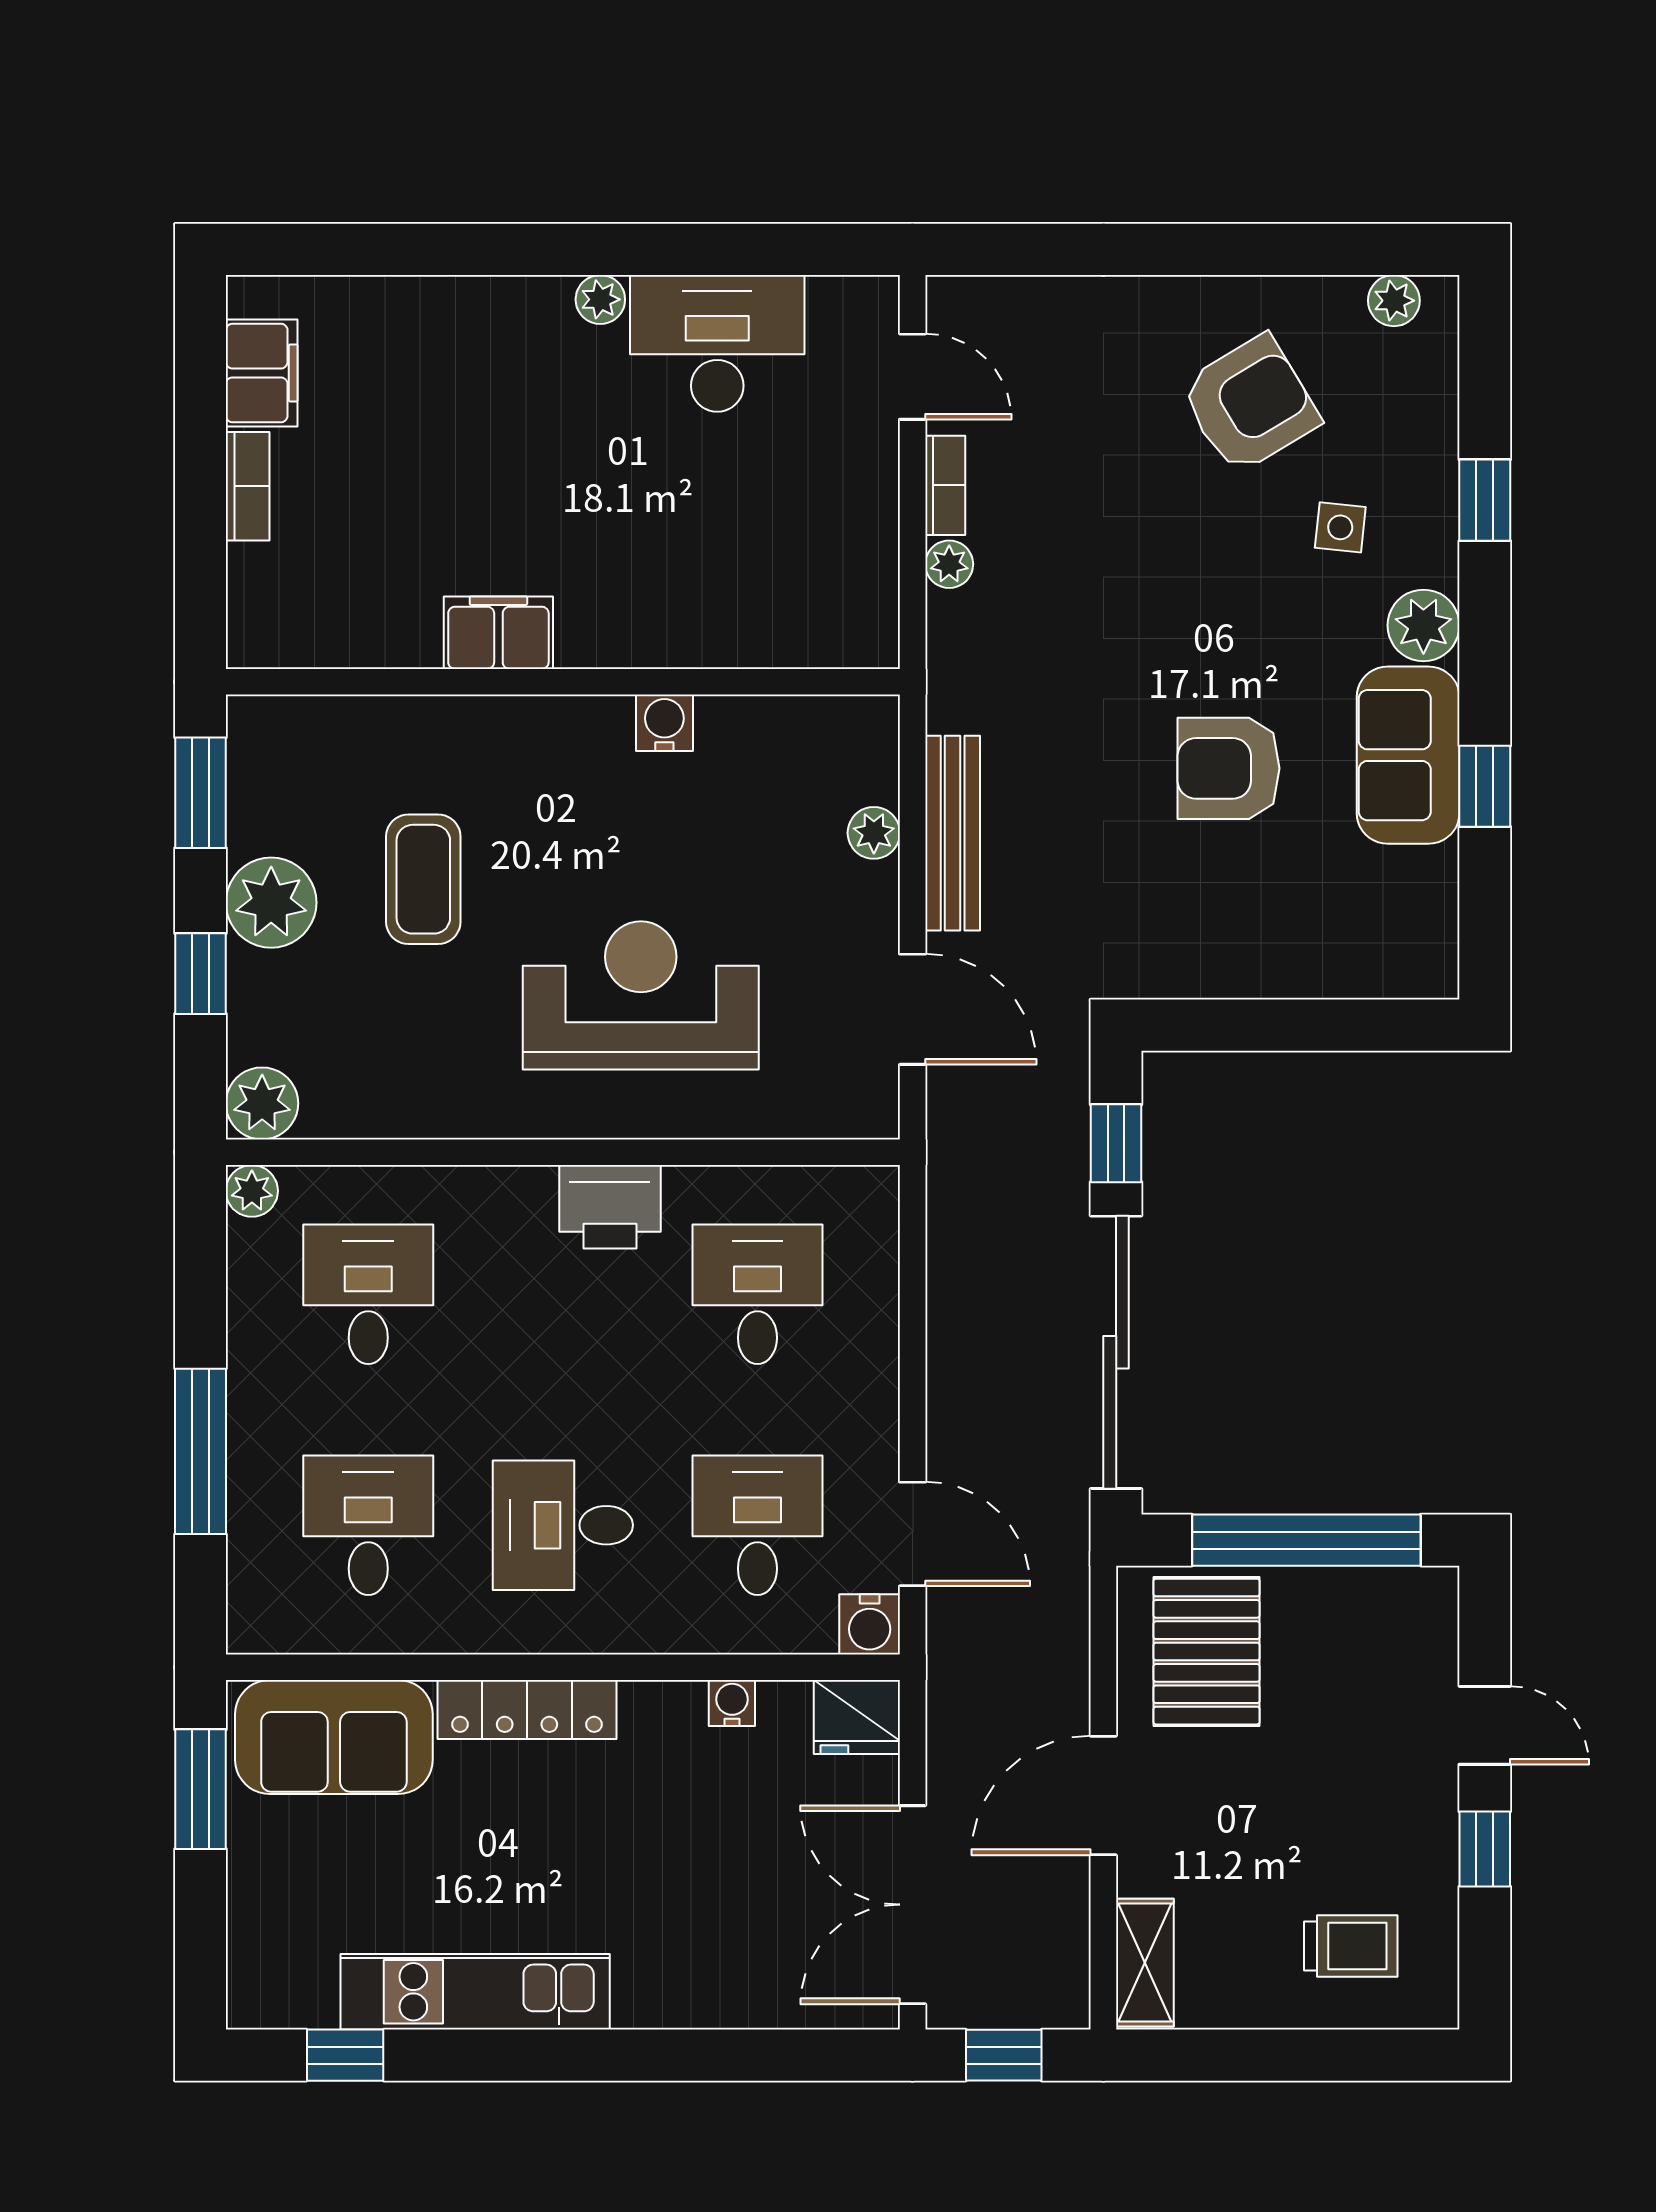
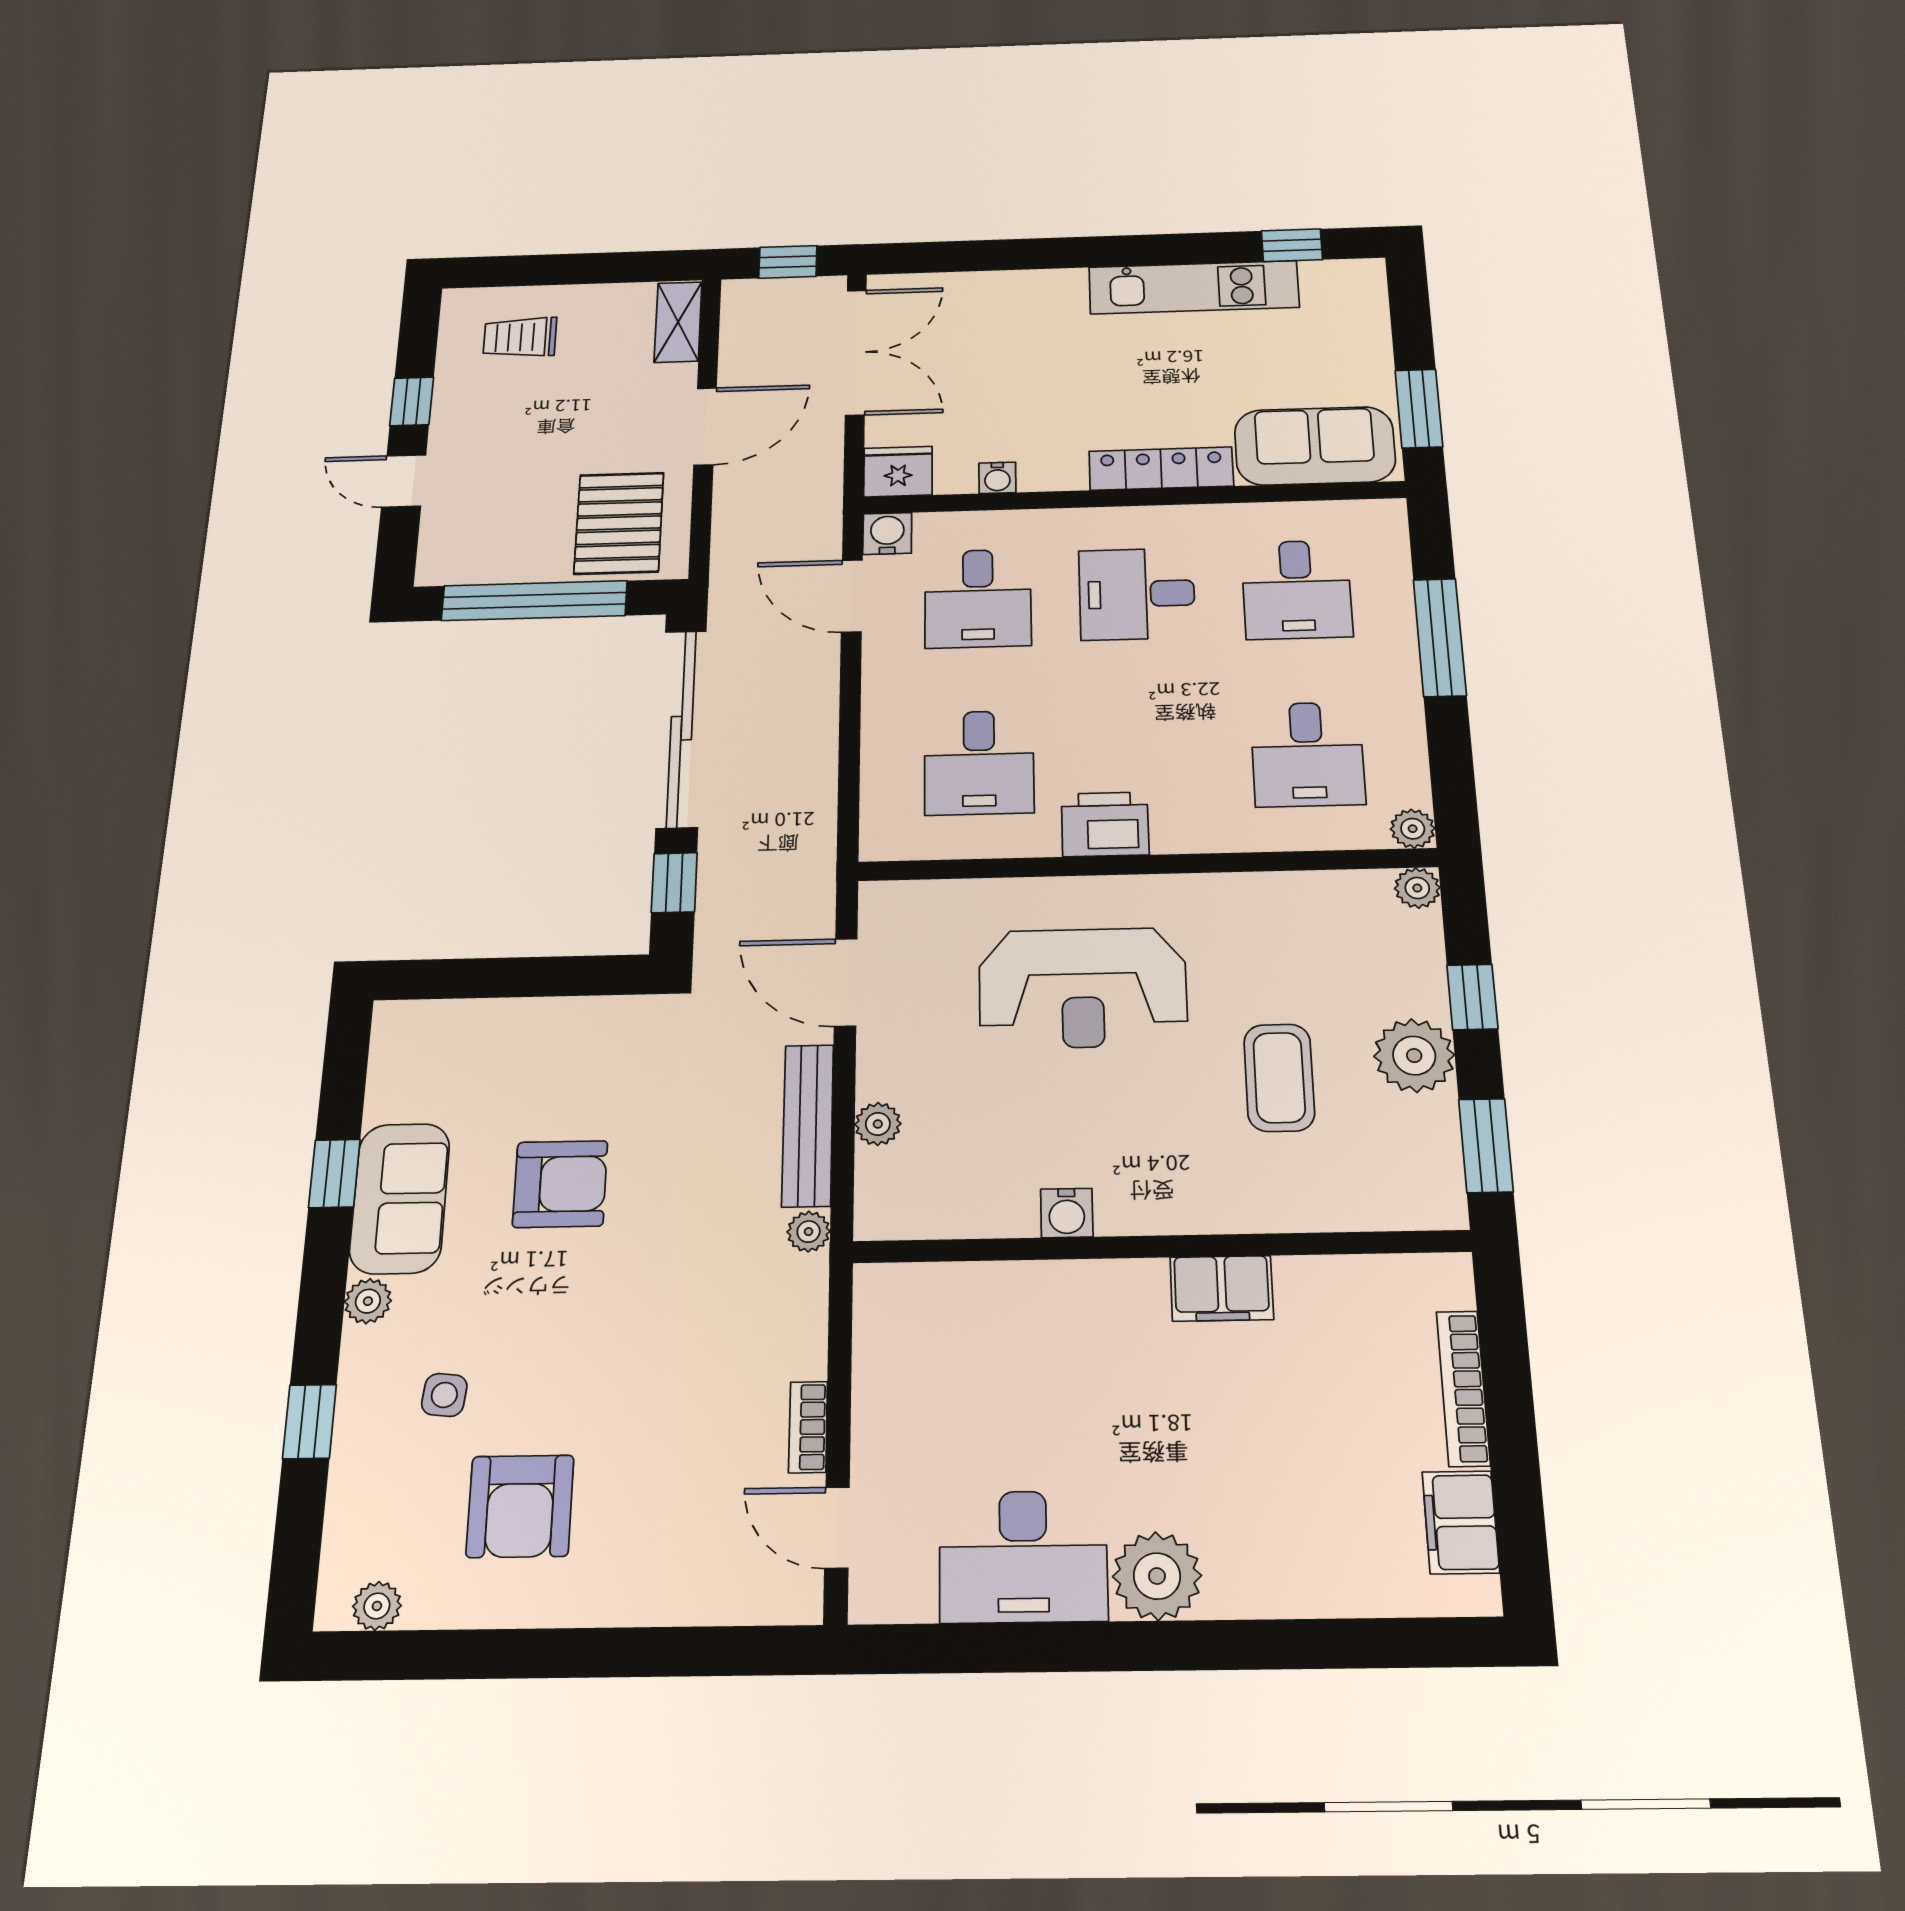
plant: (600, 299) -> (1157, 1576), width x1.87, depth x1.87
armchair: (1250, 404) -> (520, 1506), turned -59
bookcase: (248, 486) -> (1463, 1388), width x1.56
plant: (949, 564) -> (809, 1232), moved
plant: (1423, 625) -> (368, 1301), width x0.73, depth x0.73
plant: (262, 1103) -> (1417, 888), width x0.73, depth x0.73
desk: (563, 1525) -> (1137, 594), turned 180

